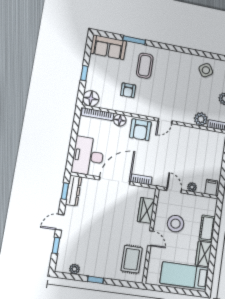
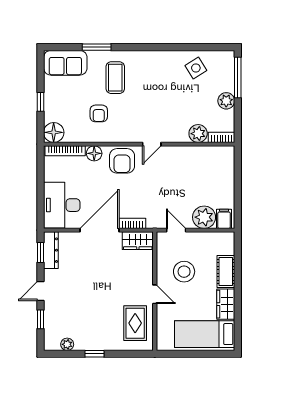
plant: (192, 187) -> (204, 217), width x1.88, depth x1.88
wardrobe: (146, 210) -> (138, 241), moved, turned -90

